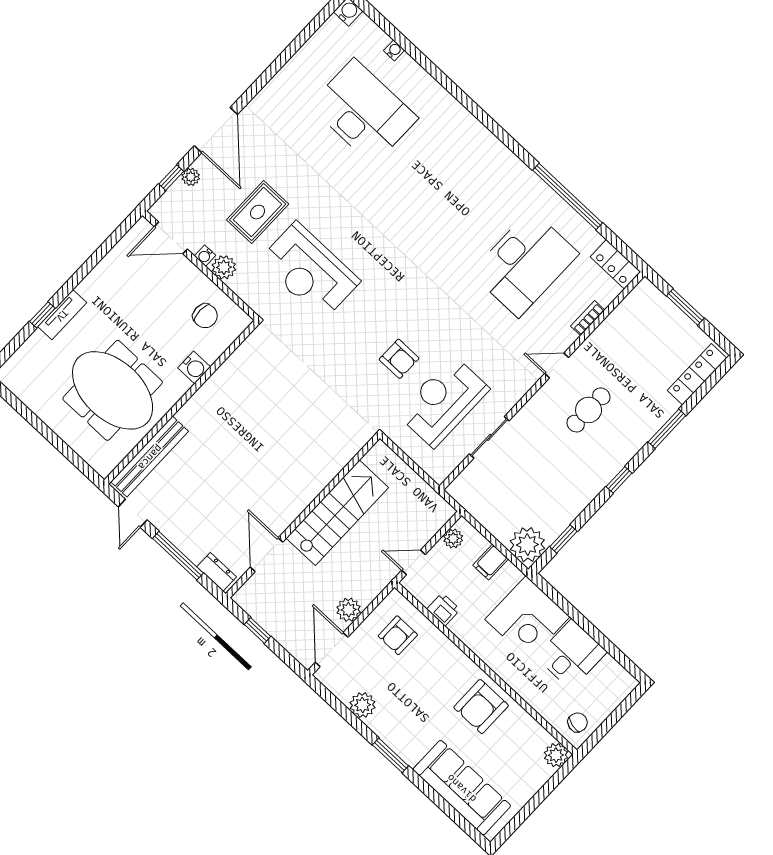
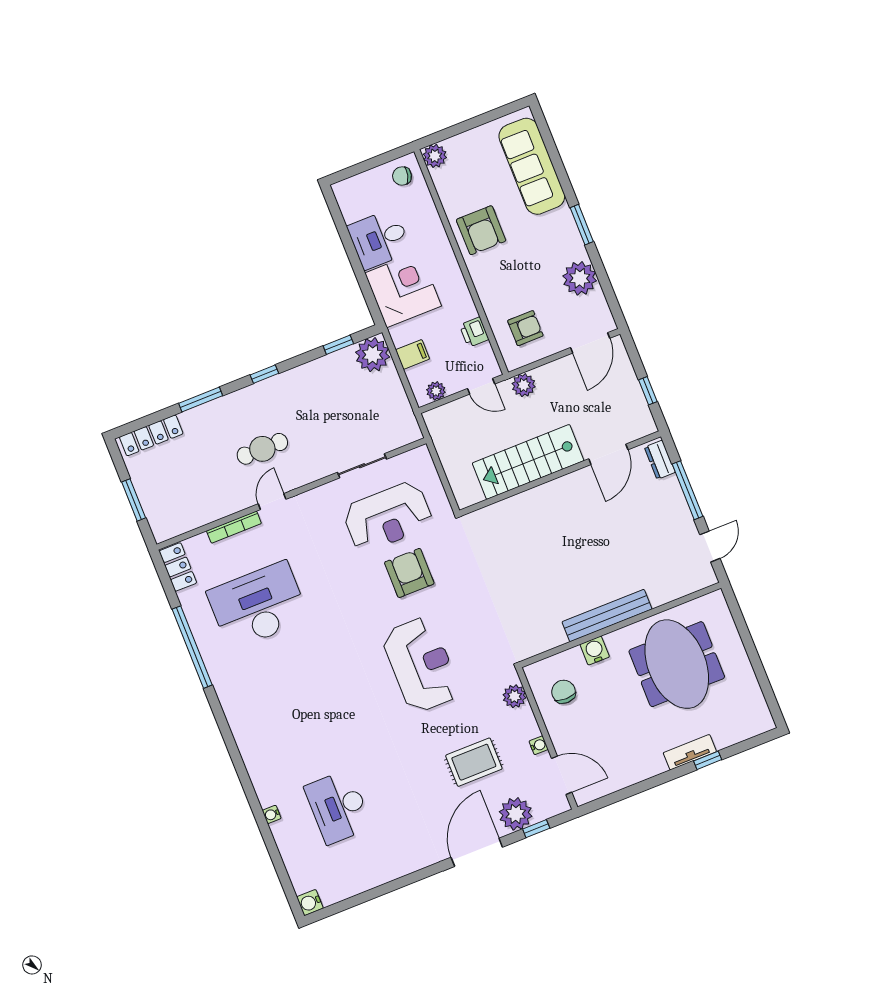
water cooler: (394, 50) -> (272, 814), moved
desk: (363, 112) -> (338, 807), width x0.73, depth x0.77
plant: (191, 177) -> (516, 814), width x1.87, depth x1.87
plant: (224, 267) -> (514, 696), moved
reception desk: (309, 271) -> (421, 665), moved
bookcase: (588, 318) -> (234, 527), width x1.56
armchair: (399, 359) -> (409, 573), width x1.38, depth x1.38
door: (557, 365) -> (272, 502), swing flipped
bench: (150, 457) -> (607, 616), moved
plant: (349, 610) -> (524, 385), moved
plant: (363, 705) -> (580, 278), width x1.36, depth x1.36
armchair: (481, 707) -> (481, 230), turned 90

